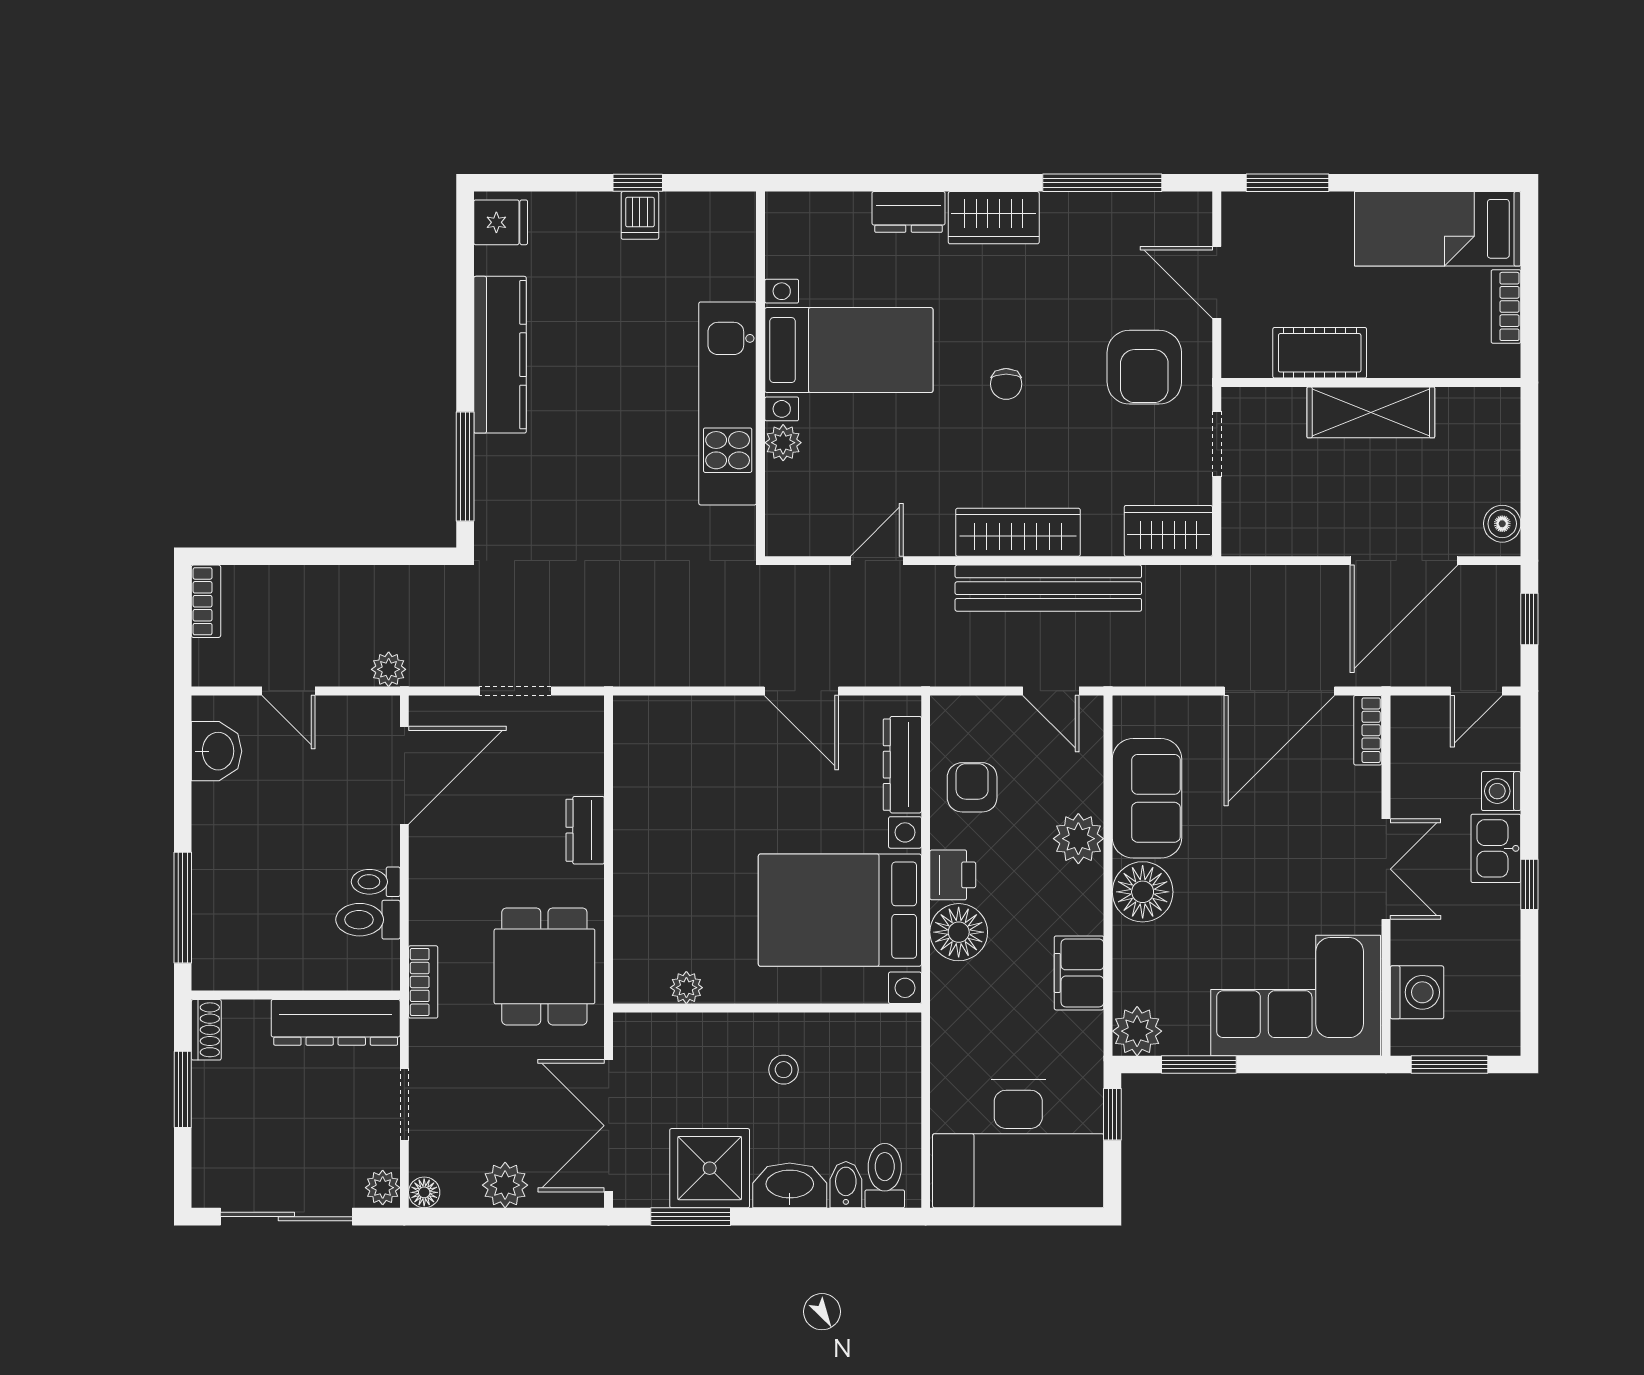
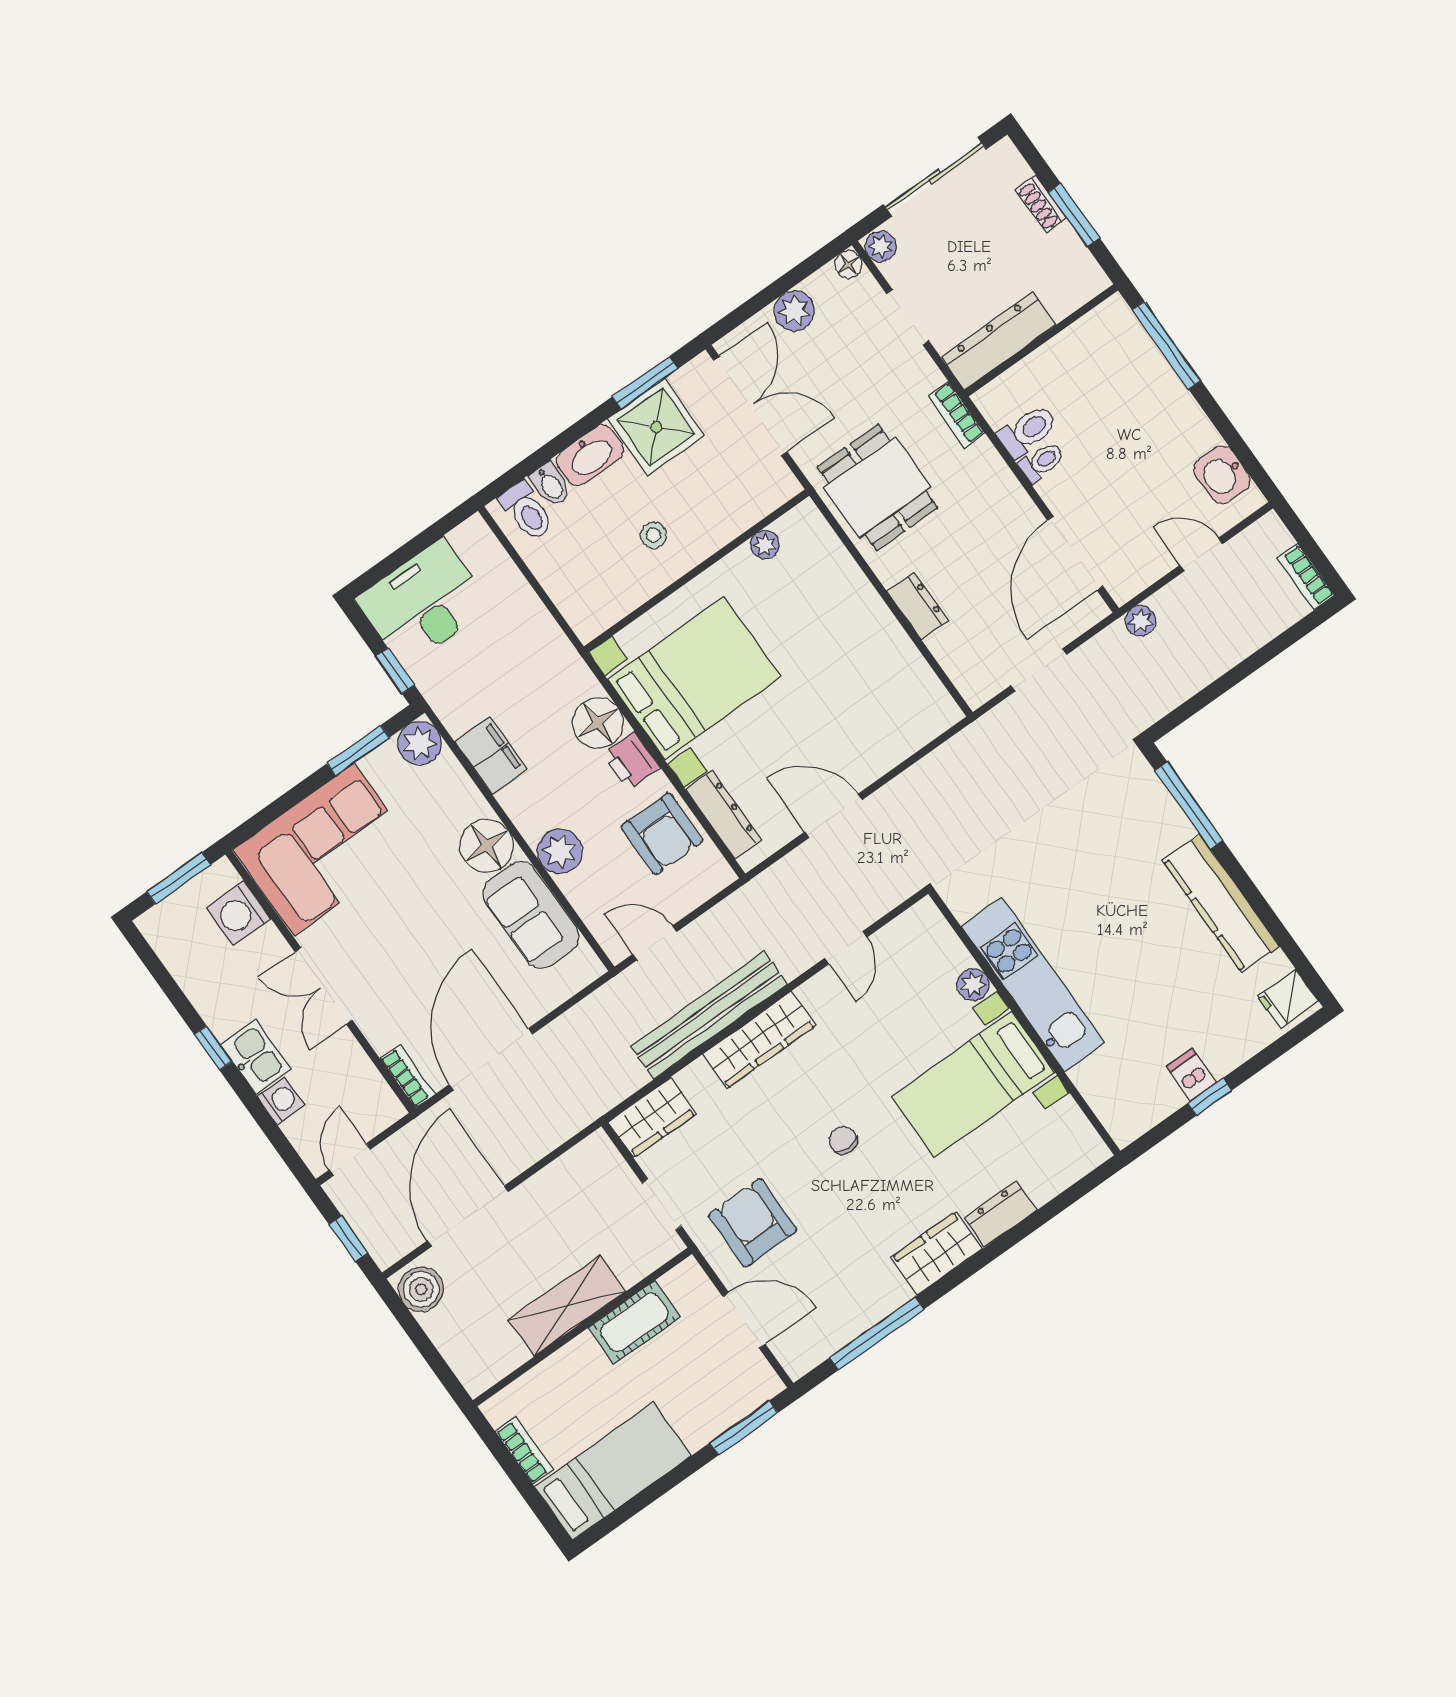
boiler: (1502, 524) -> (421, 1289), width x1.36, depth x1.36
armchair: (972, 787) -> (662, 834), width x1.38, depth x1.38
shoe rack: (206, 1030) -> (1041, 204), moved
desk: (1018, 1144) -> (423, 603), width x0.73, depth x0.77

